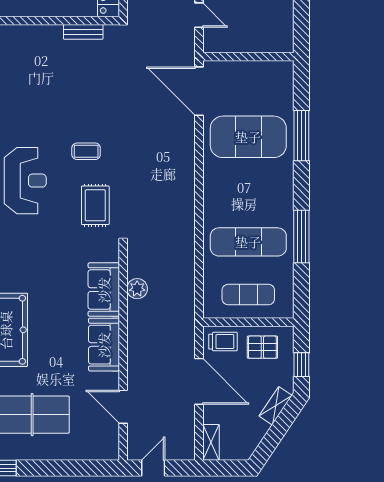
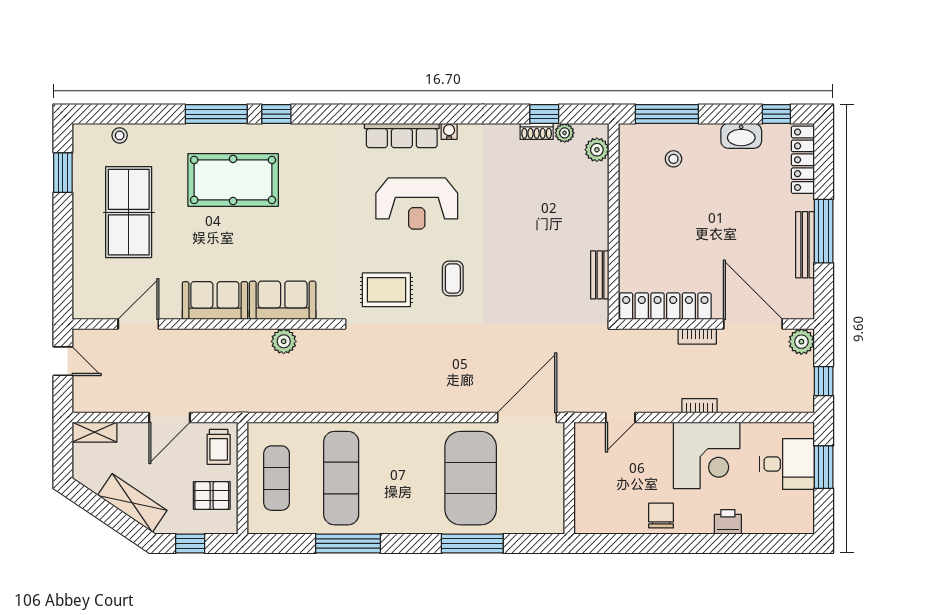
pallet: (262, 347) -> (212, 496), turned 90
door: (199, 381) -> (170, 417), width x0.73
shelving: (276, 406) -> (132, 503), width x1.50, depth x1.33

